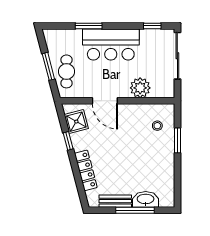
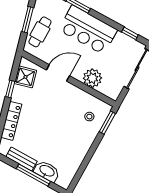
door: (105, 101) -> (58, 73), swing flipped
window: (177, 140) -> (107, 123), moved

